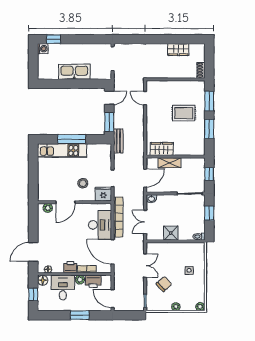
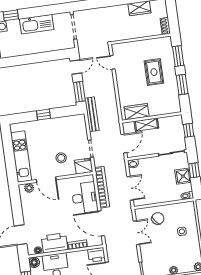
kitchen sink: (74, 72) -> (37, 24), moved, turned 180
rug: (184, 113) -> (154, 72), turned 90
window: (72, 139) -> (44, 115), width x0.46
bench: (118, 141) -> (92, 114), width x1.36
kitchen unit: (62, 150) -> (21, 157), moved, turned -90
door: (65, 202) -> (46, 180), hinge flipped
double door: (145, 222) -> (130, 188), swing flipped
shower: (171, 233) -> (183, 176), moved
printer: (70, 267) -> (54, 243), width x1.87, depth x1.48
plant: (80, 280) -> (72, 256), removed
printer: (93, 281) -> (96, 255), moved
chair: (164, 284) -> (158, 219), moved

